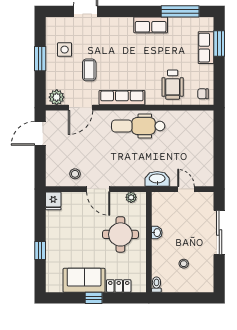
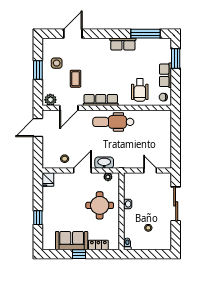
row of seats: (206, 48) -> (165, 75), moved
washbasin: (157, 179) -> (104, 163), moved
door: (98, 189) -> (82, 170), swing flipped

